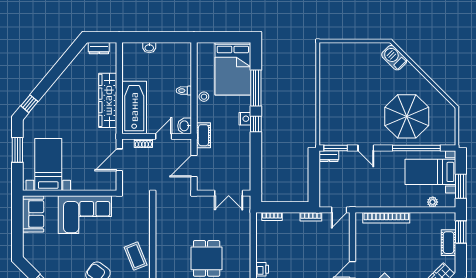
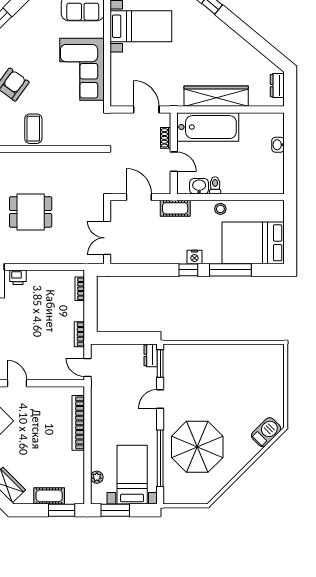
toilet: (184, 91) -> (215, 185), moved
washbasin: (185, 126) -> (199, 186), moved
coffee table: (136, 256) -> (33, 129), turned -68

